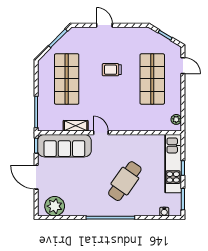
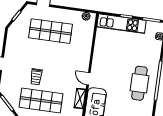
trolley: (112, 70) -> (36, 77), moved
door: (101, 133) -> (88, 79), hinge flipped
cafe table: (125, 181) -> (139, 83), moved, turned 55

